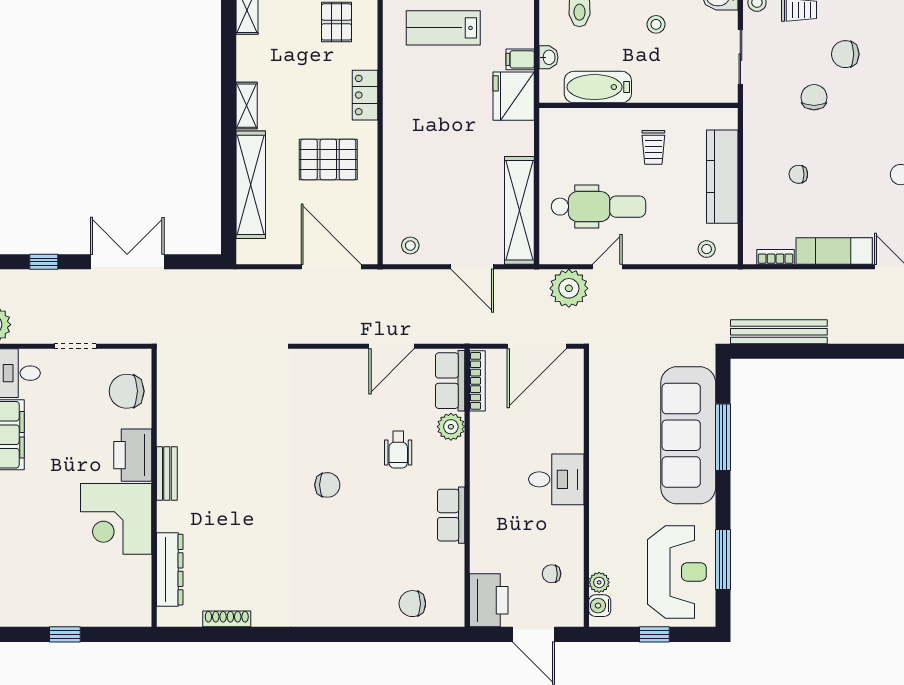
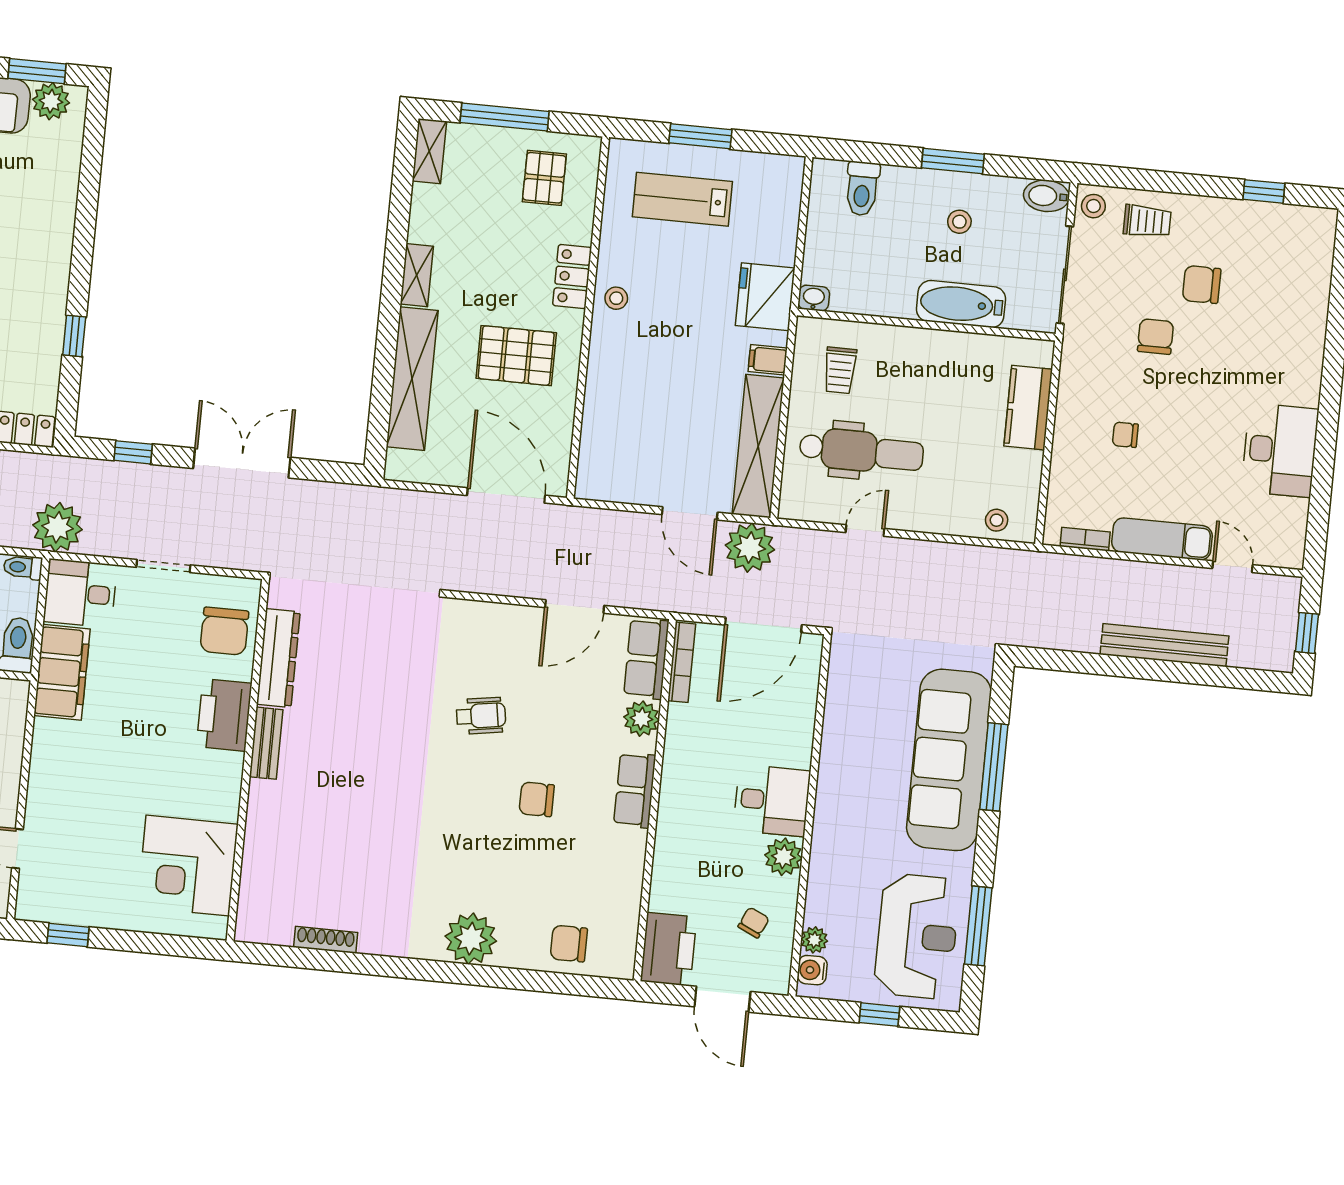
washbasin: (549, 57) -> (814, 298), moved, turned -90
sliding door: (740, 57) -> (1065, 275), width x1.37
filing cabinet: (520, 59) -> (768, 360), moved
bathtub: (598, 87) -> (961, 304), moved
trolley: (653, 147) -> (840, 370), moved
kitchen counter: (722, 177) -> (1028, 408), width x0.67
stool: (410, 246) -> (616, 298), moved
plant: (569, 288) -> (750, 548), moved
bench: (779, 332) -> (1164, 645), moved
chair: (127, 391) -> (224, 631), turned -90
wheelchair: (398, 450) -> (481, 716), moved, turned -99
chair: (327, 485) -> (537, 799), moved, turned 180
row of seats: (451, 515) -> (635, 790), moved
corner desk: (116, 519) -> (188, 866), moved
plant: (569, 521) -> (783, 857), added
dresser: (170, 570) -> (278, 658), moved
chair: (552, 574) -> (754, 923), turned 115
plant: (337, 607) -> (471, 939), added
window: (65, 634) -> (68, 935), moved

